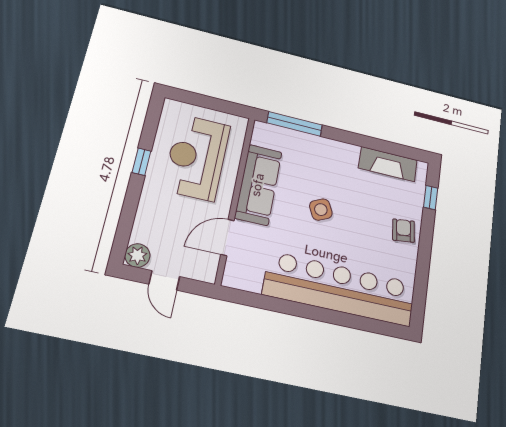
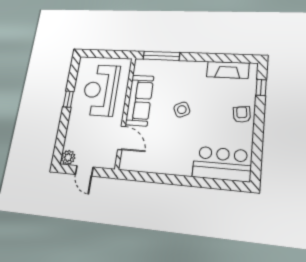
door: (227, 237) -> (122, 138), swing flipped
bar counter: (340, 289) -> (222, 164), width x0.54

